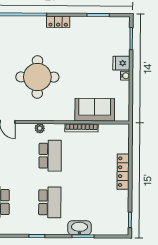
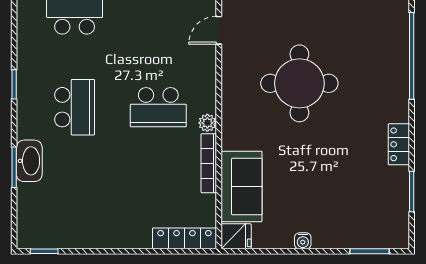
locker: (58, 22) -> (399, 144), moved
fridge: (121, 63) -> (236, 236), moved, turned 90
plant: (40, 128) -> (207, 123), moved
locker: (123, 172) -> (184, 238), moved
school desk: (50, 202) -> (75, 107), turned -90

